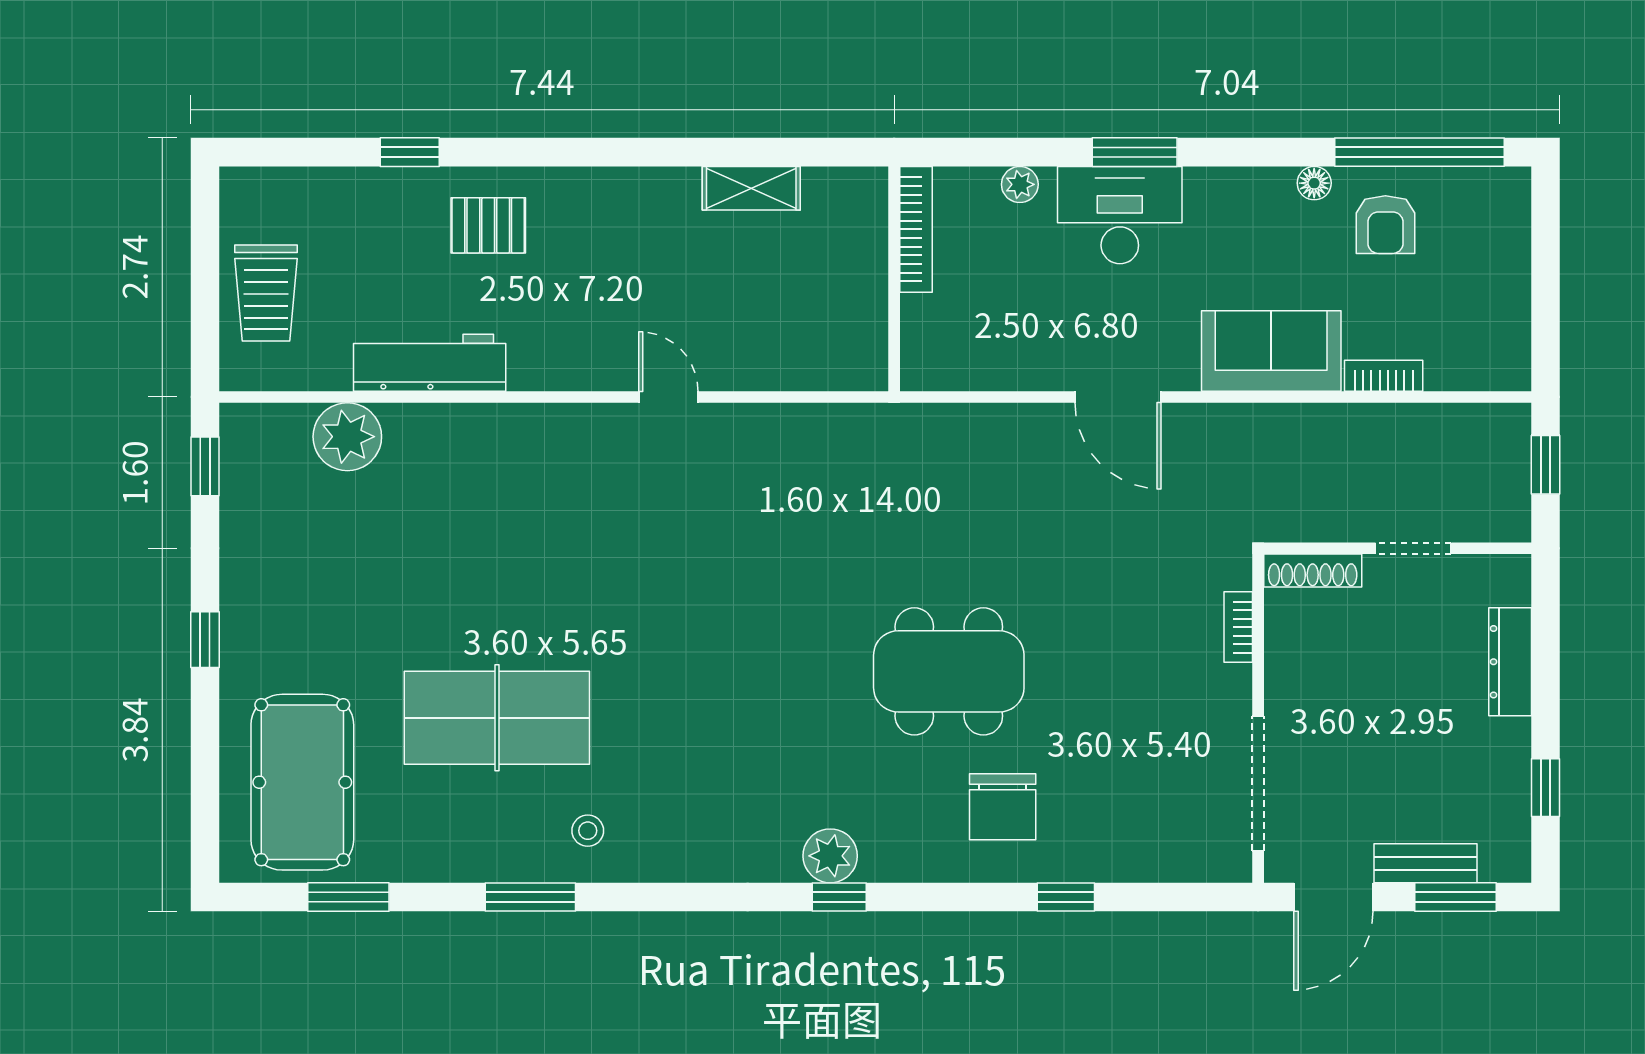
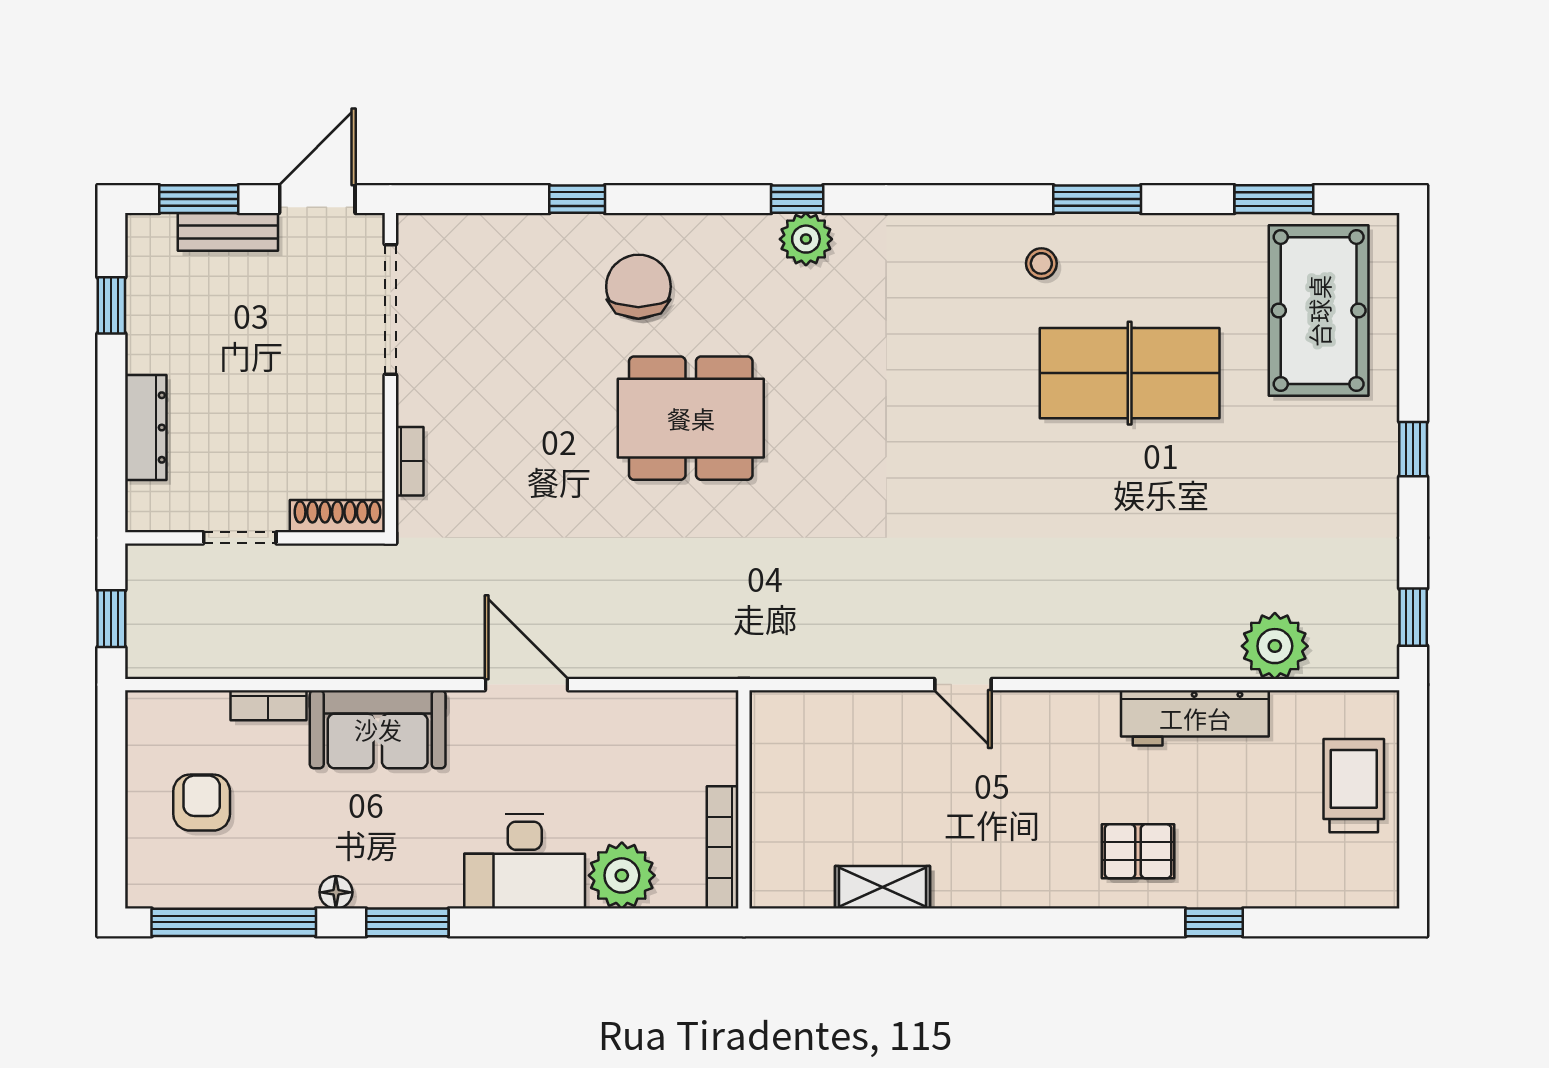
window: (1135, 152) -> (407, 922), moved
plant: (1020, 184) -> (622, 875), width x1.88, depth x1.88
armchair: (1385, 225) -> (202, 803), moved

